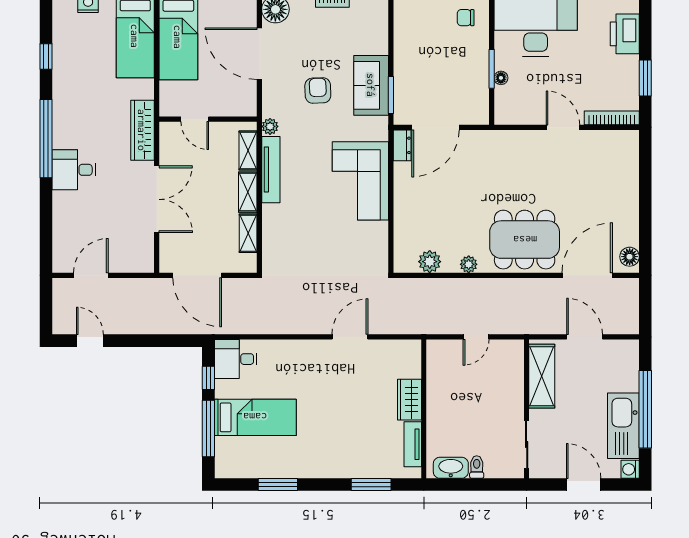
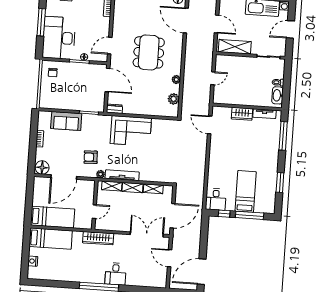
window: (46, 56) -> (58, 284), removed
sofa: (371, 85) -> (66, 121), moved
armchair: (318, 90) -> (91, 157), moved
door: (435, 127) -> (107, 80), moved
door: (563, 127) -> (110, 46), moved
double door: (157, 199) -> (147, 234), moved
dining table: (525, 240) -> (149, 52), moved
door: (91, 275) -> (170, 258), moved
door: (350, 337) -> (210, 125), moved
door: (476, 337) -> (213, 78), hinge flipped
door: (585, 337) -> (217, 24), swing flipped
door: (90, 341) -> (202, 272), width x1.88
window: (371, 485) -> (283, 136), width x1.44

